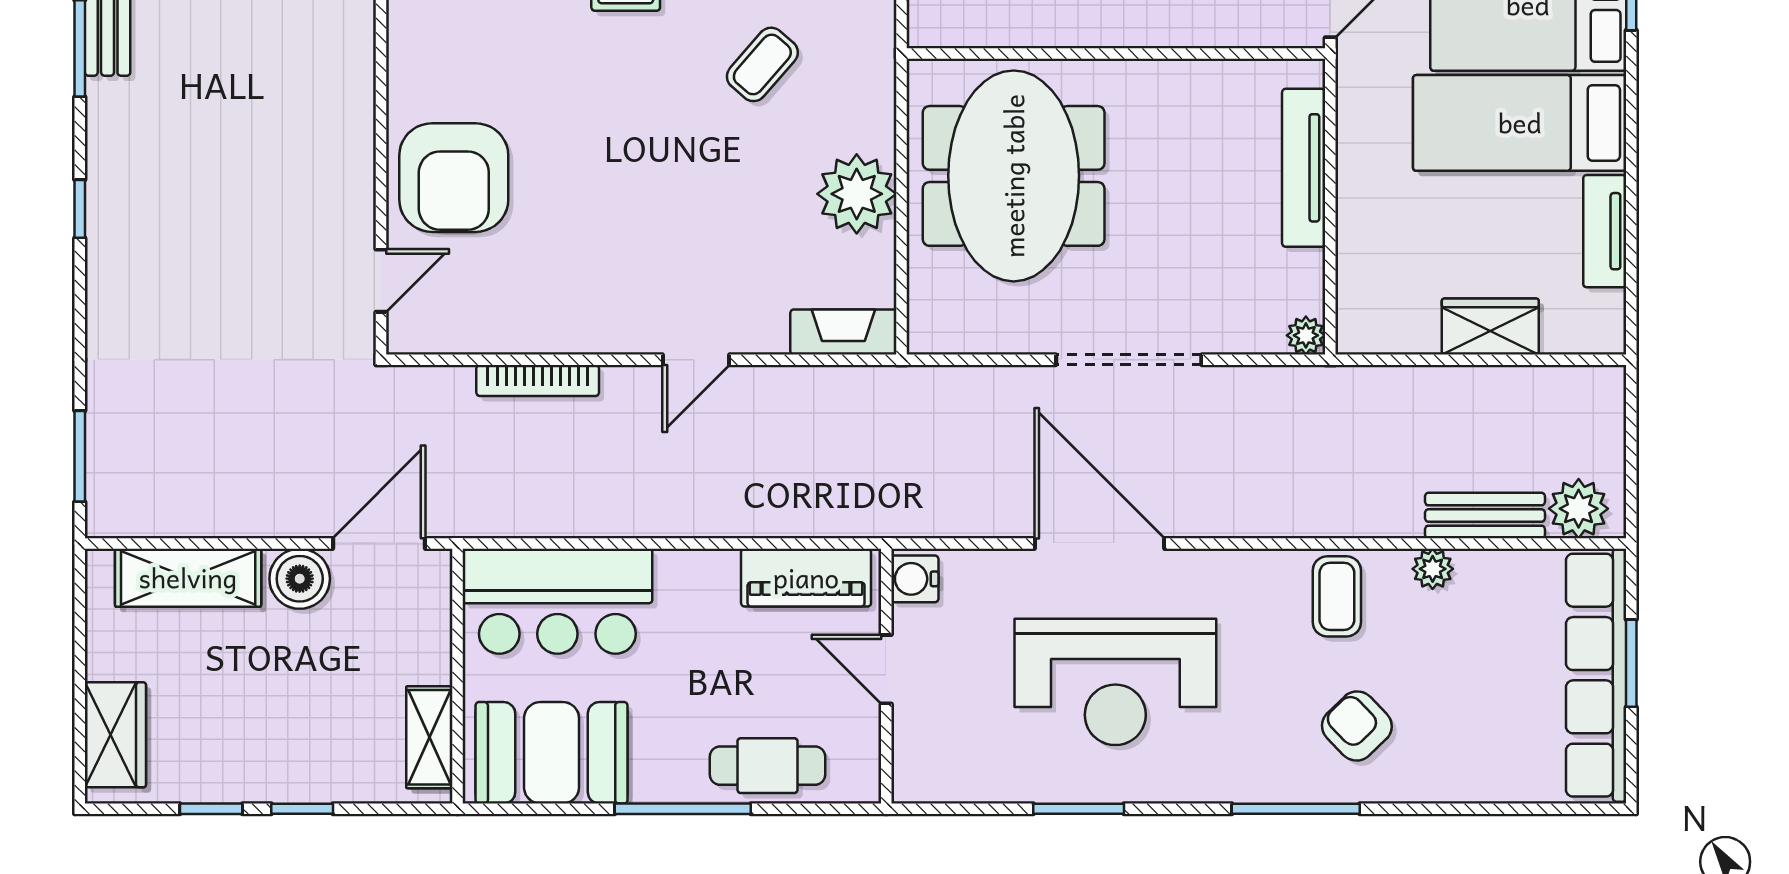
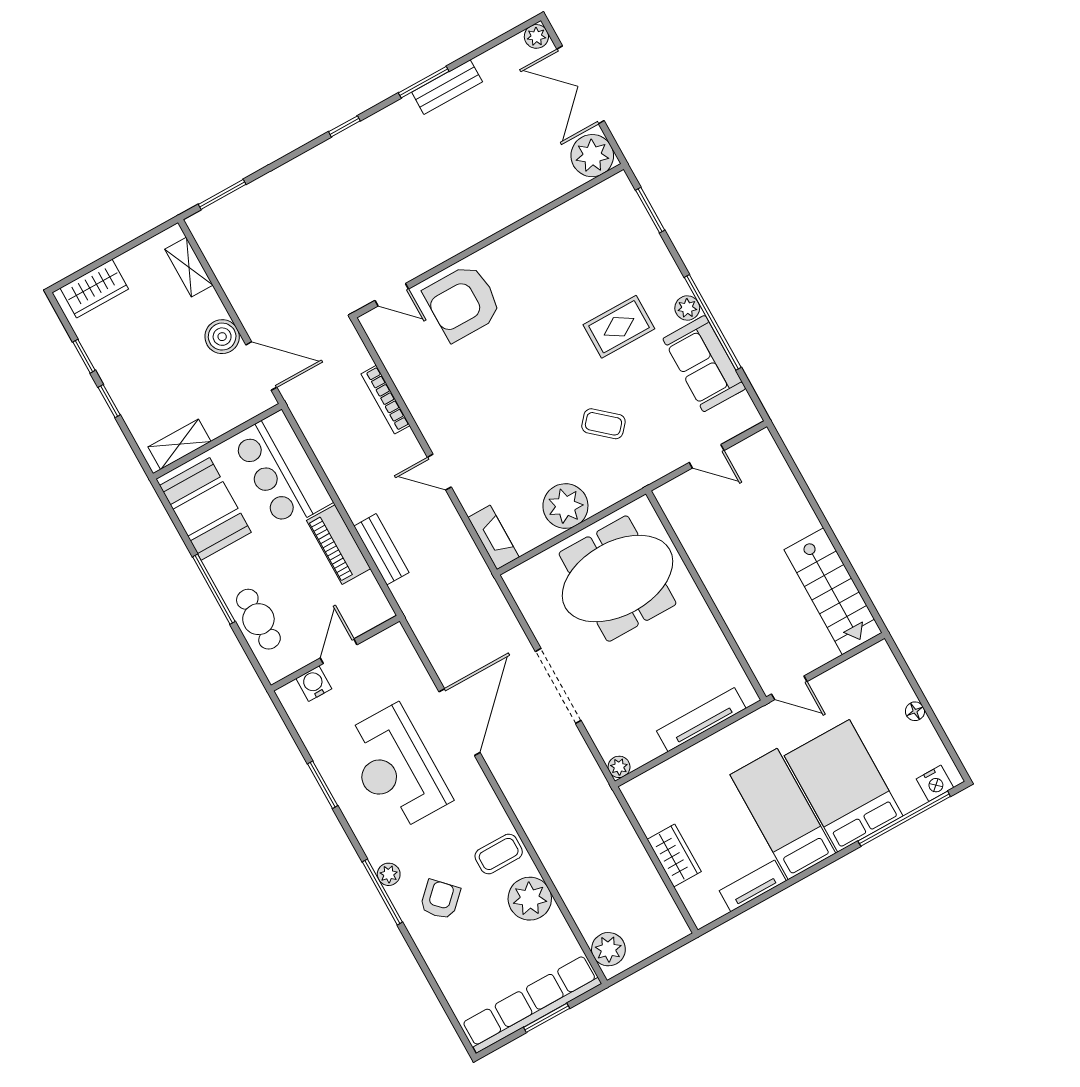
bench: (1485, 516) -> (381, 549), moved
plant: (1433, 569) -> (530, 899), width x1.87, depth x1.87
shelving: (188, 578) -> (189, 267), width x0.67, depth x0.75
piano: (806, 578) -> (339, 545), moved
water cooler: (915, 579) -> (314, 684), moved
plant: (1274, 784) -> (389, 874), added

